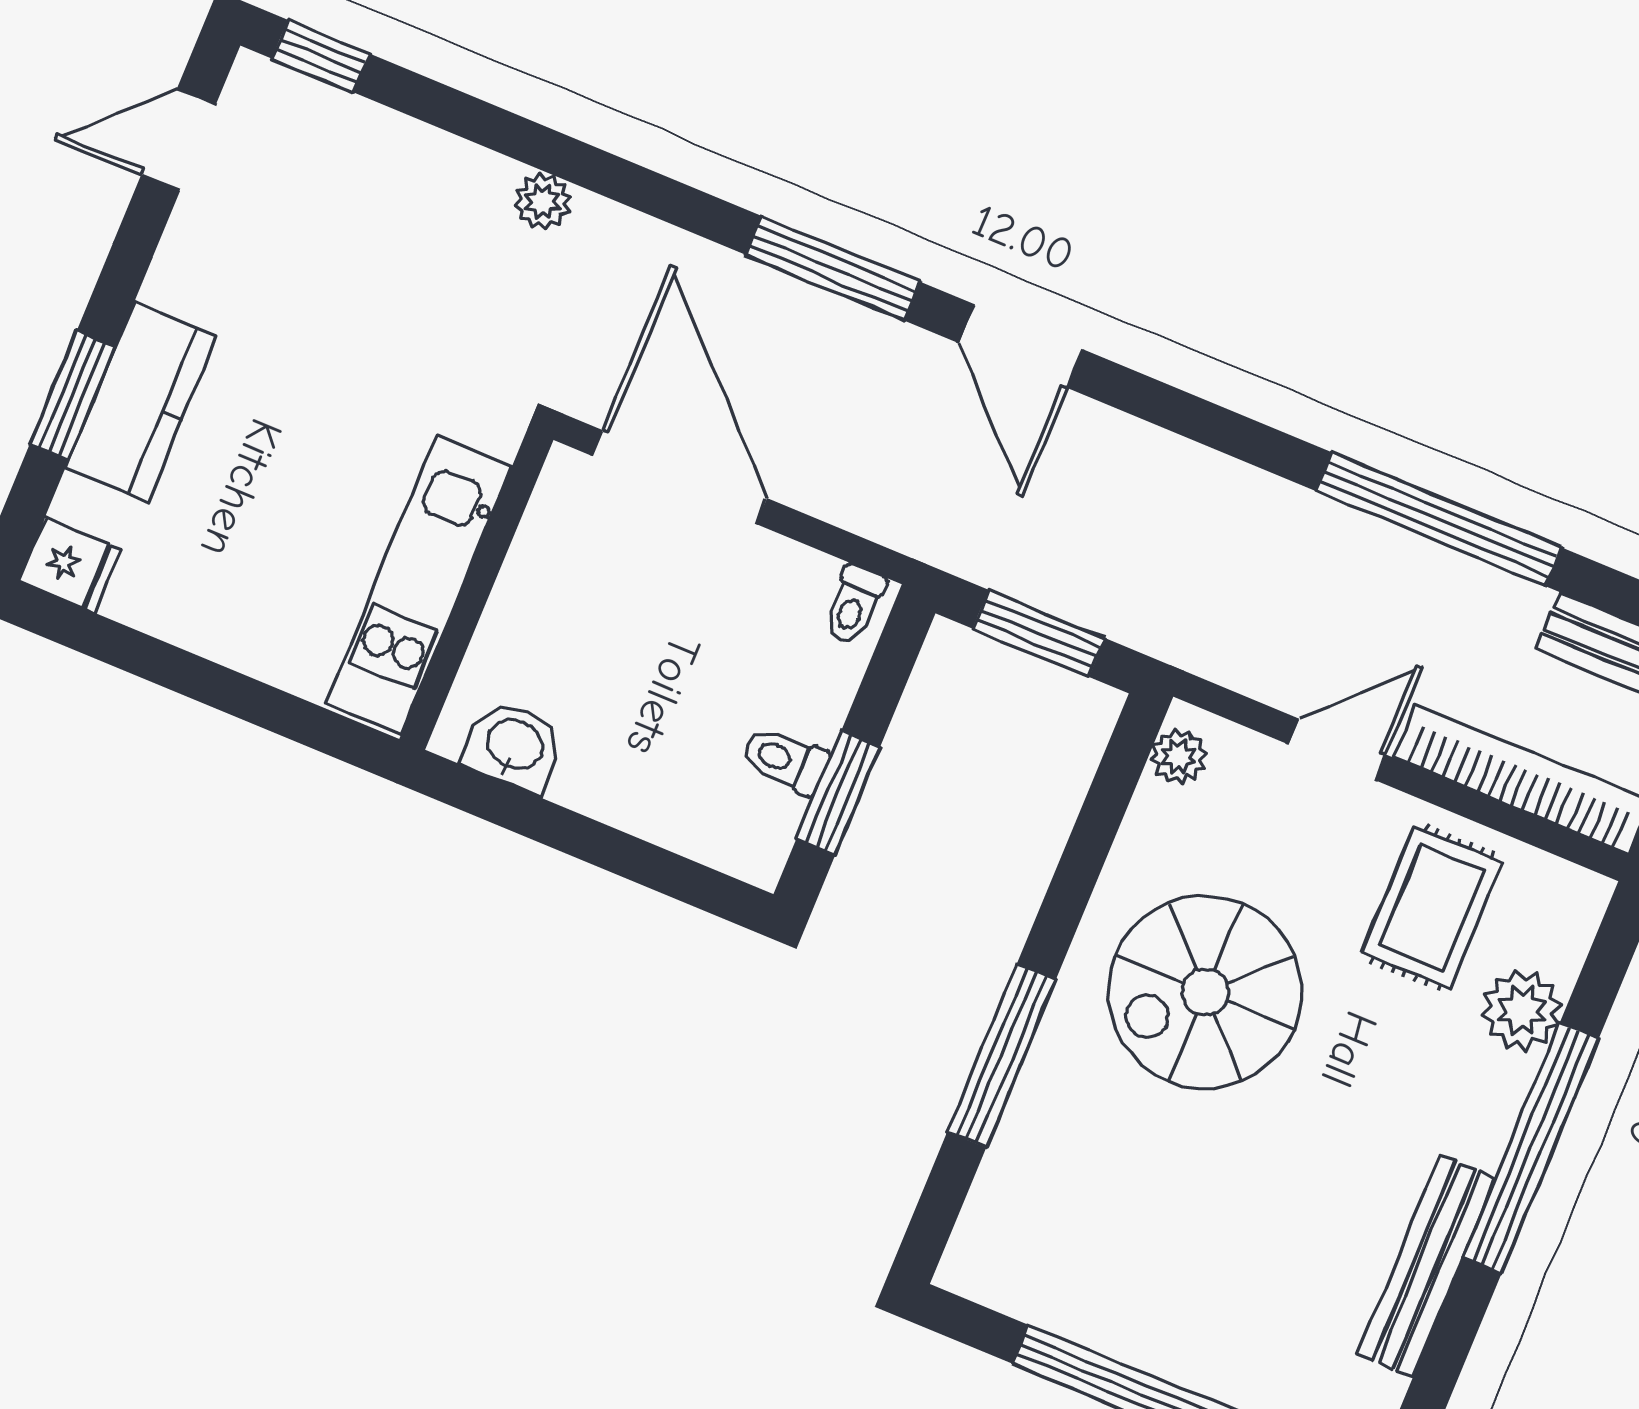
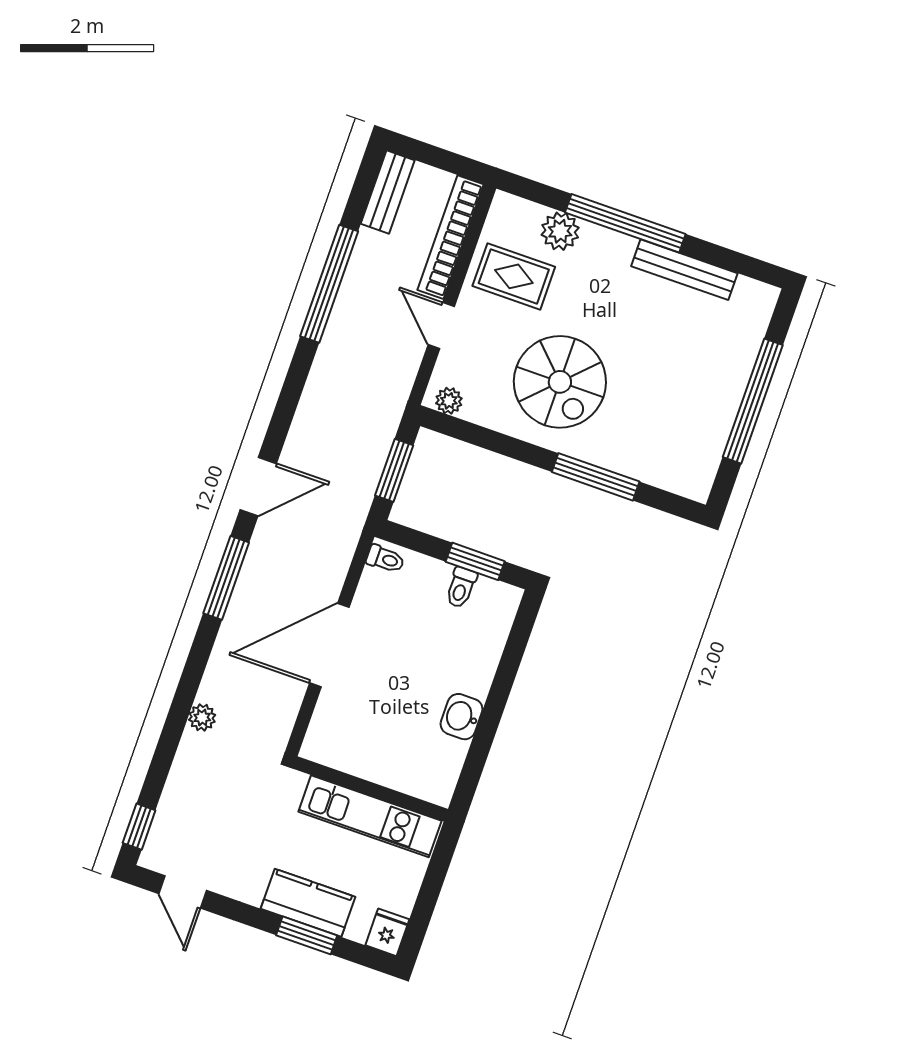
kitchen unit: (419, 585) -> (370, 816), moved
wall: (476, 590) -> (371, 789), moved

